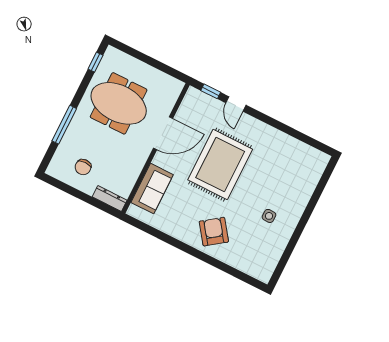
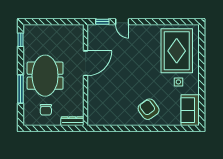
meeting table: (119, 103) -> (45, 76), moved, turned 90
rug: (220, 165) -> (177, 51), moved
sofa: (152, 189) -> (190, 110), moved, turned 180

